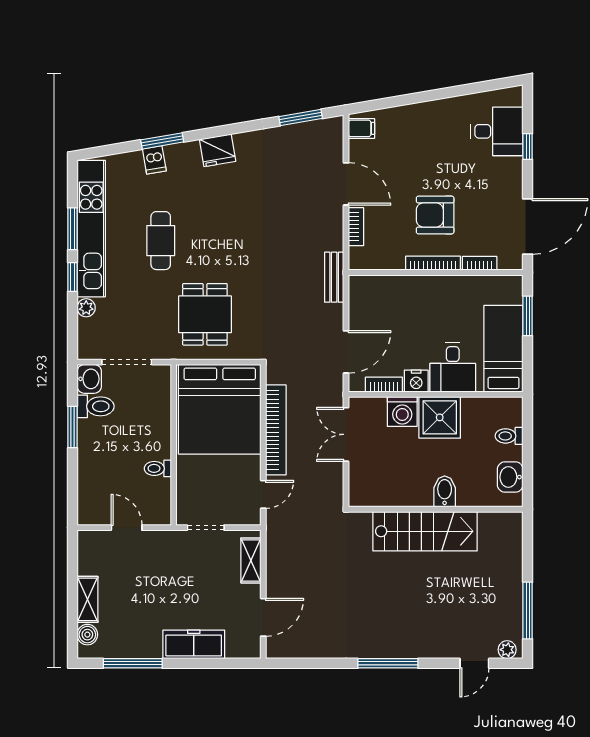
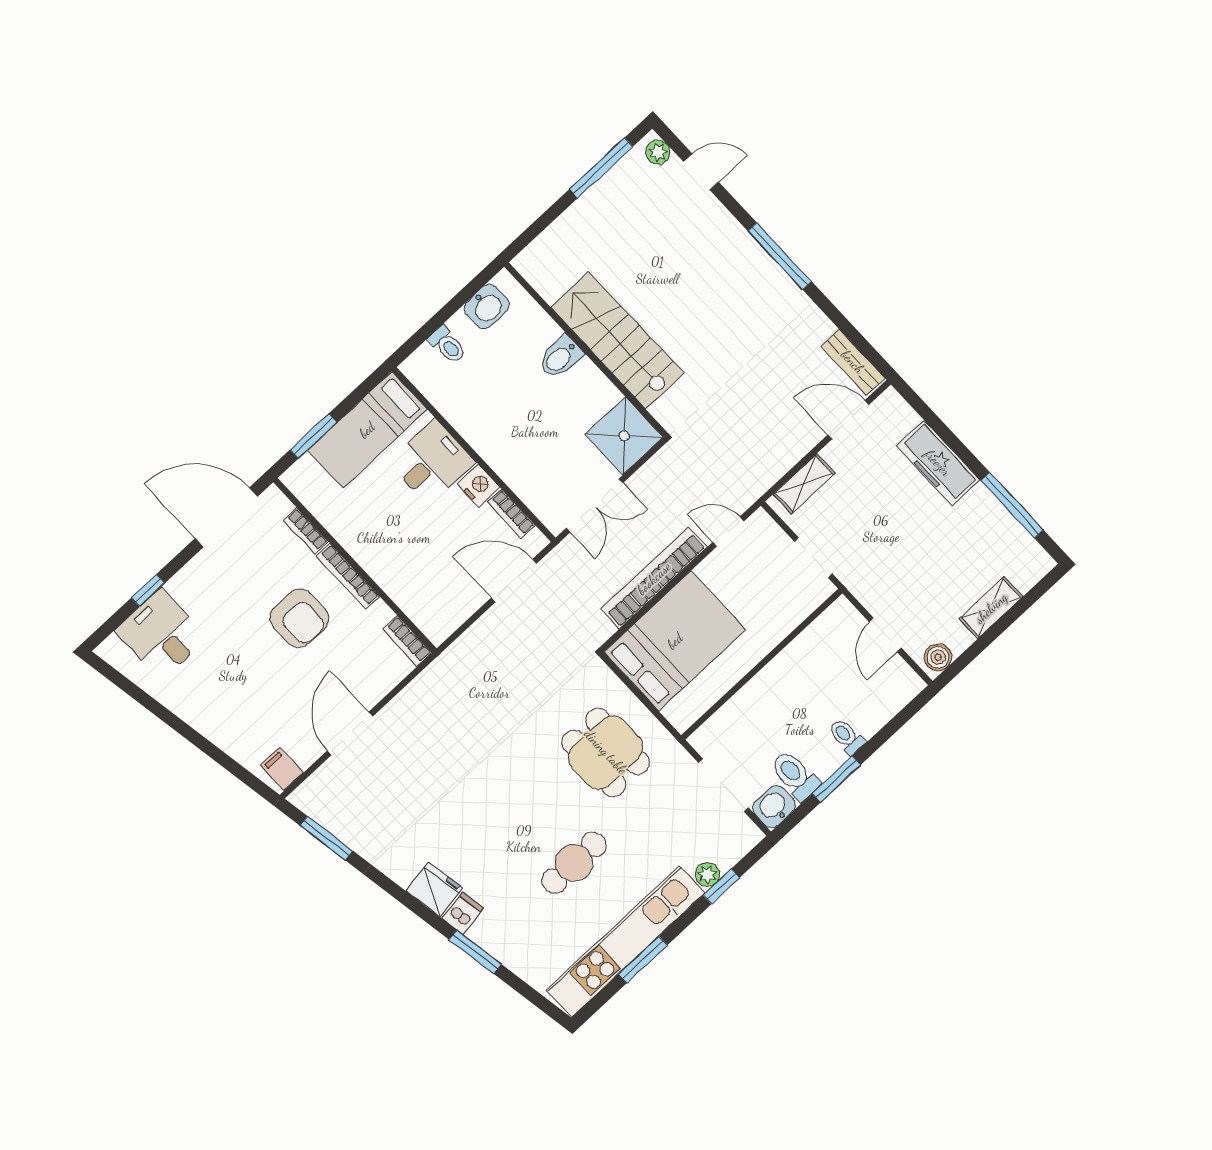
dishwasher: (154, 160) -> (463, 913), moved
bookcase: (356, 227) -> (407, 641), moved, turned -90
window: (72, 277) -> (721, 887), moved
bench: (334, 277) -> (853, 362), moved, turned 90
dining table: (205, 314) -> (606, 752), turned 90
bed: (220, 409) -> (675, 641), width x0.73
washing machine: (402, 412) -> (521, 471), removed
shower: (440, 417) -> (624, 436), moved
toilet: (158, 468) -> (846, 737), moved, turned 180
boiler: (87, 635) -> (938, 657), moved

